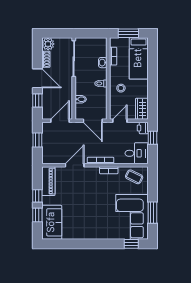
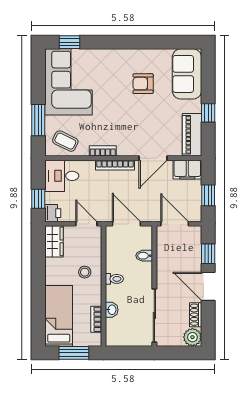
door: (60, 121) -> (175, 224), swing flipped
door: (120, 121) -> (86, 224), swing flipped
filing cabinet: (51, 157) -> (187, 170), added
window: (152, 213) -> (38, 120), moved
window: (37, 215) -> (208, 85), removed
armchair: (81, 216) -> (143, 84), added

